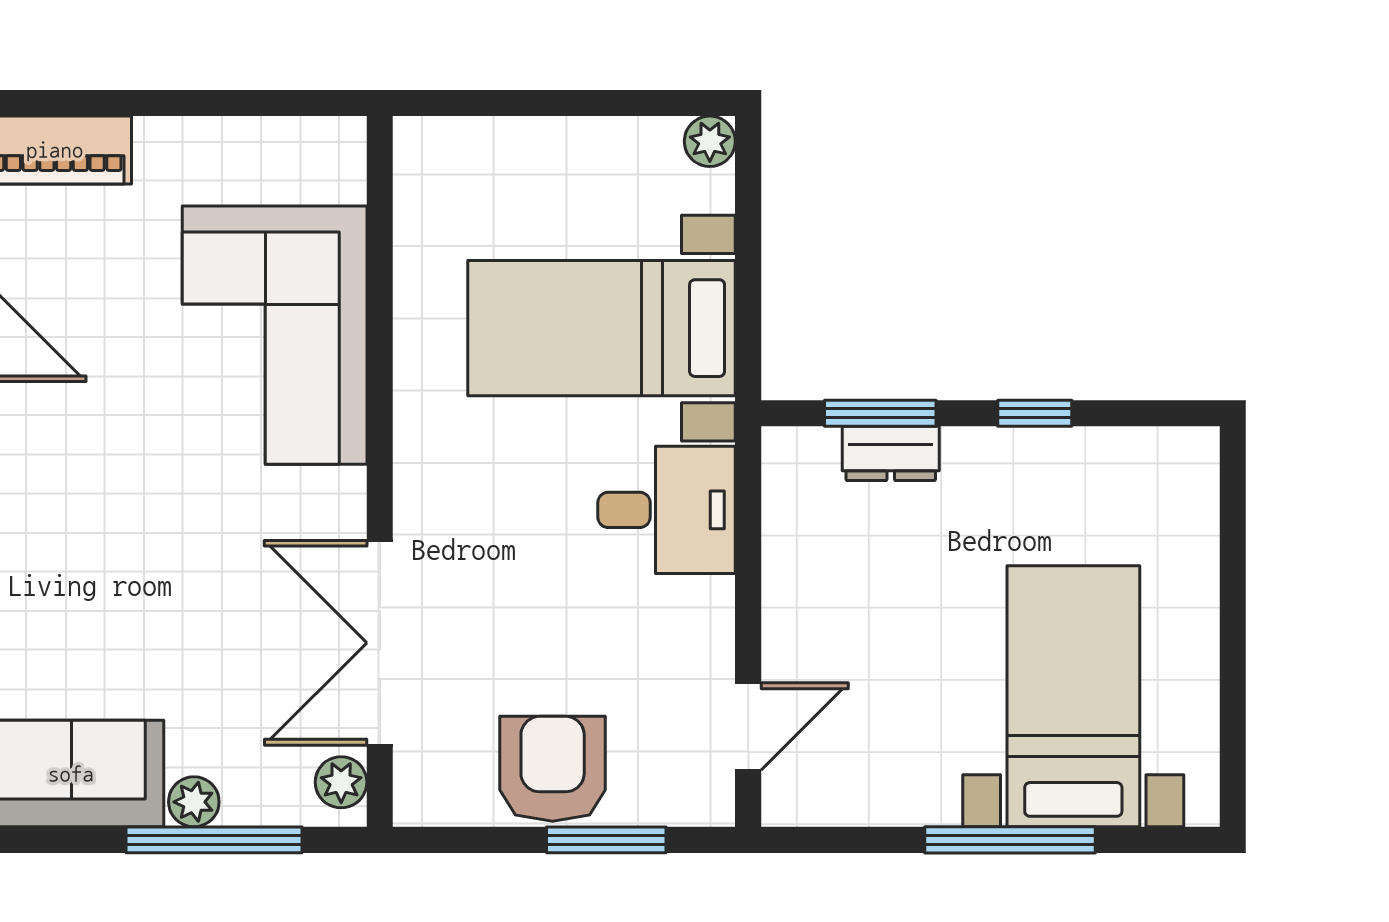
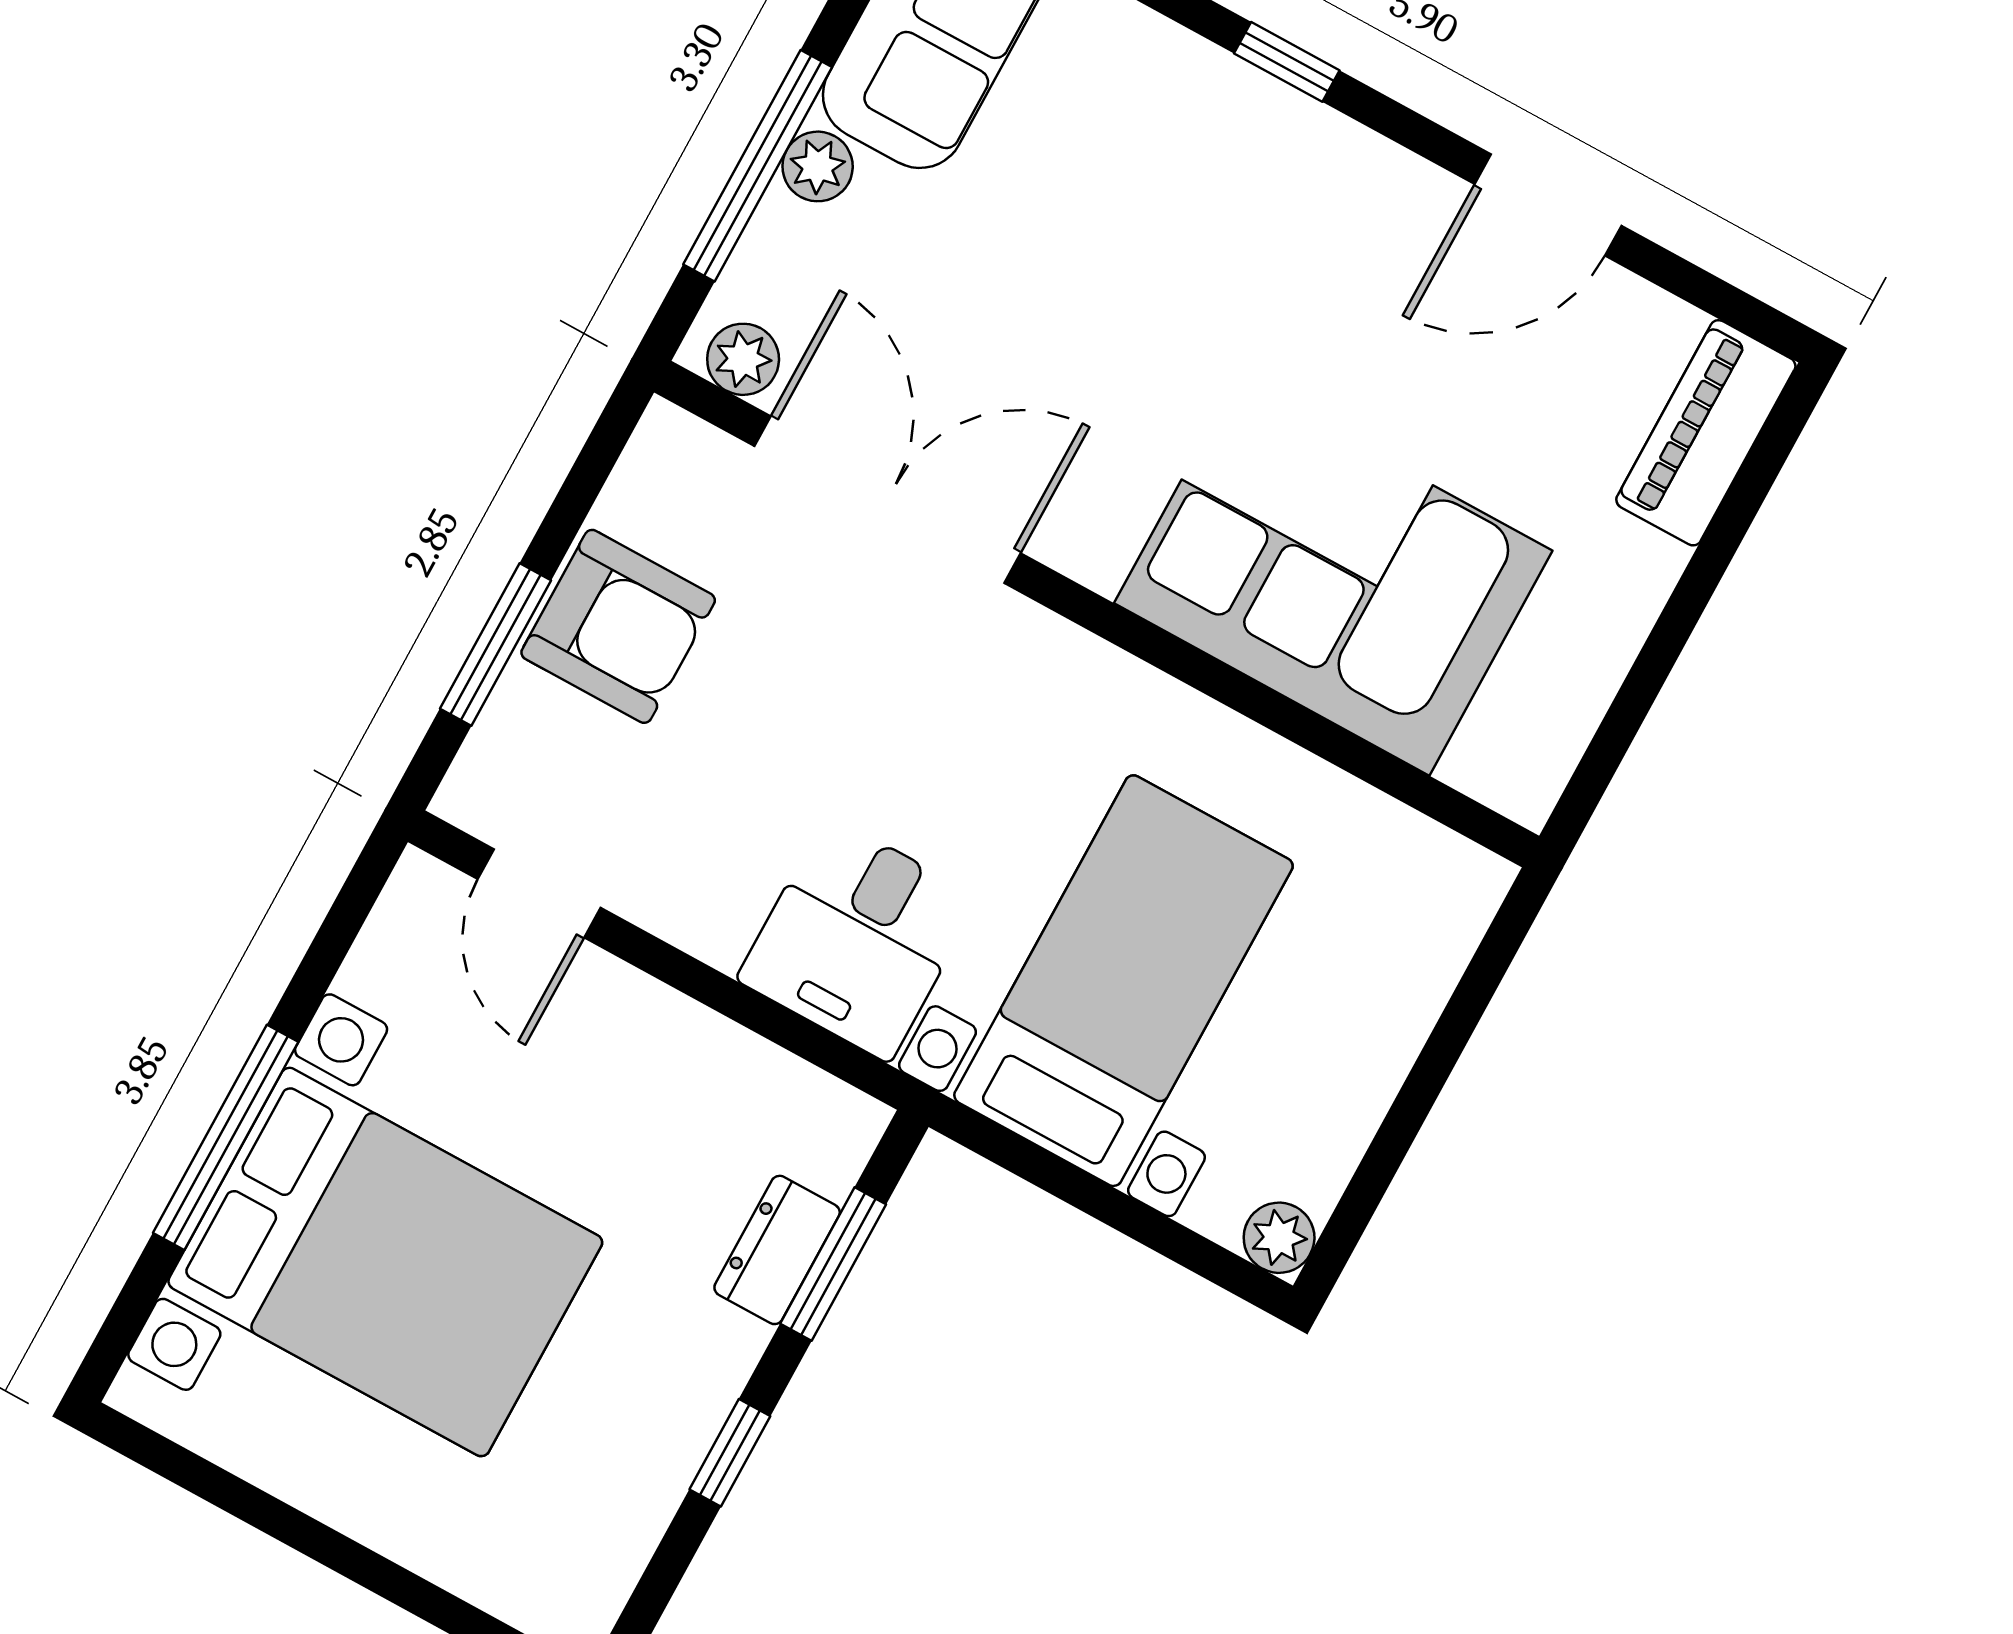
bed with nightstands: (1073, 696) -> (385, 1262), width x1.36

